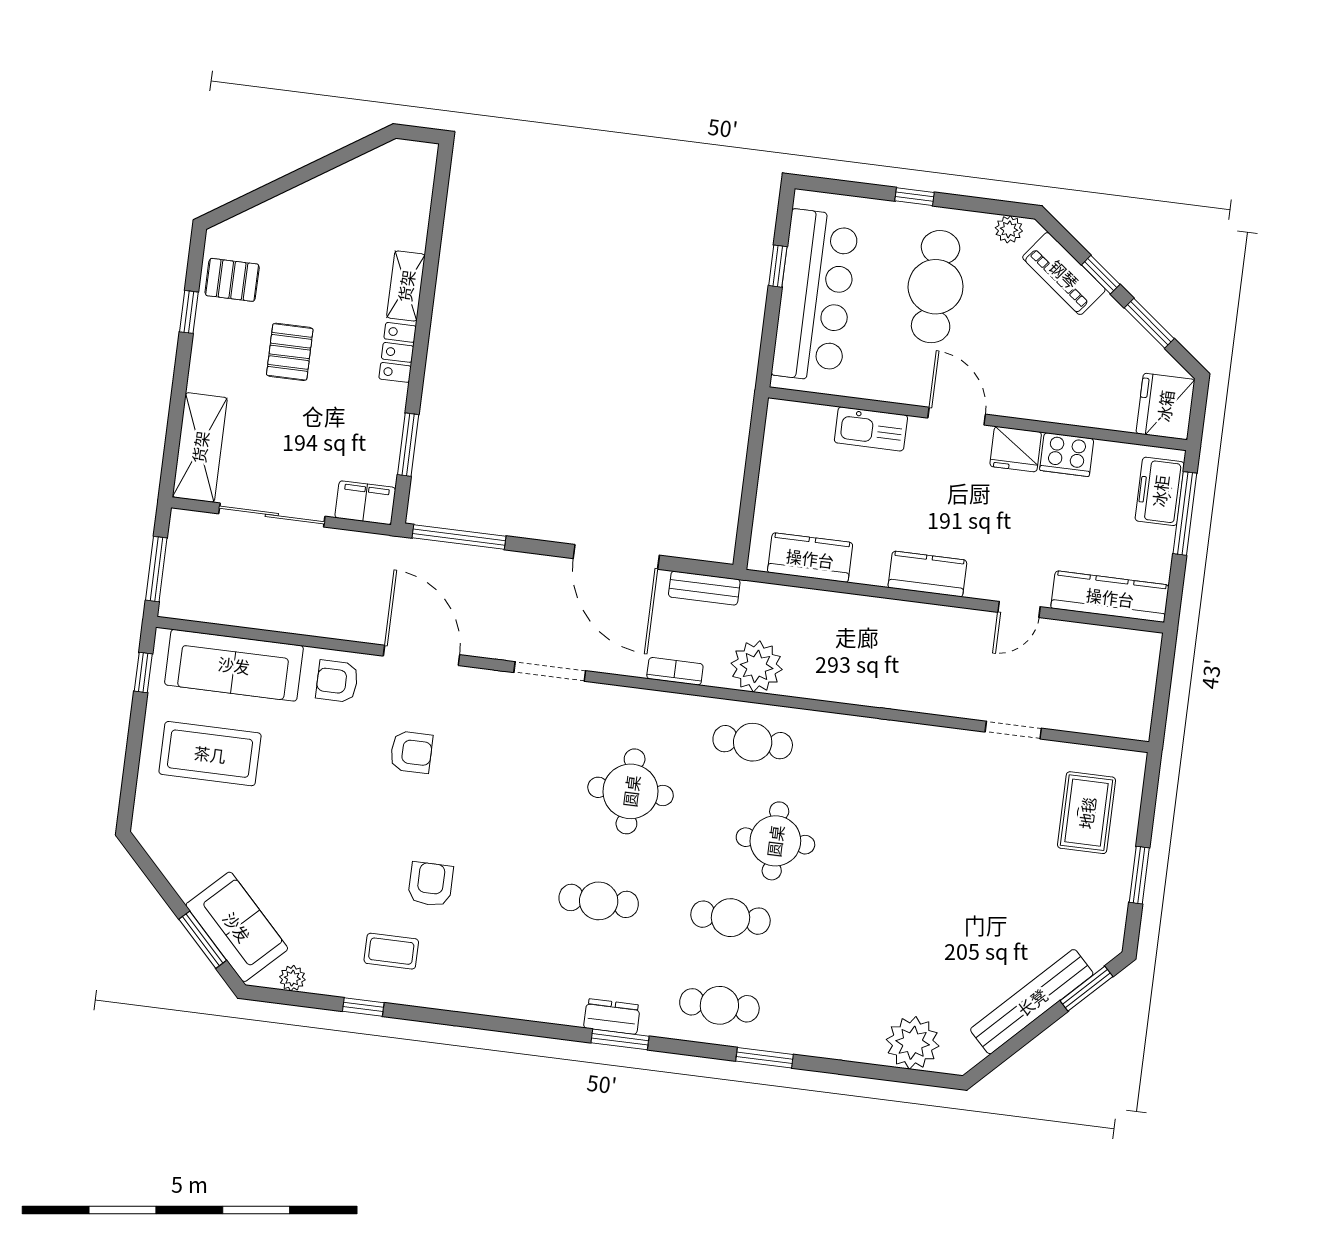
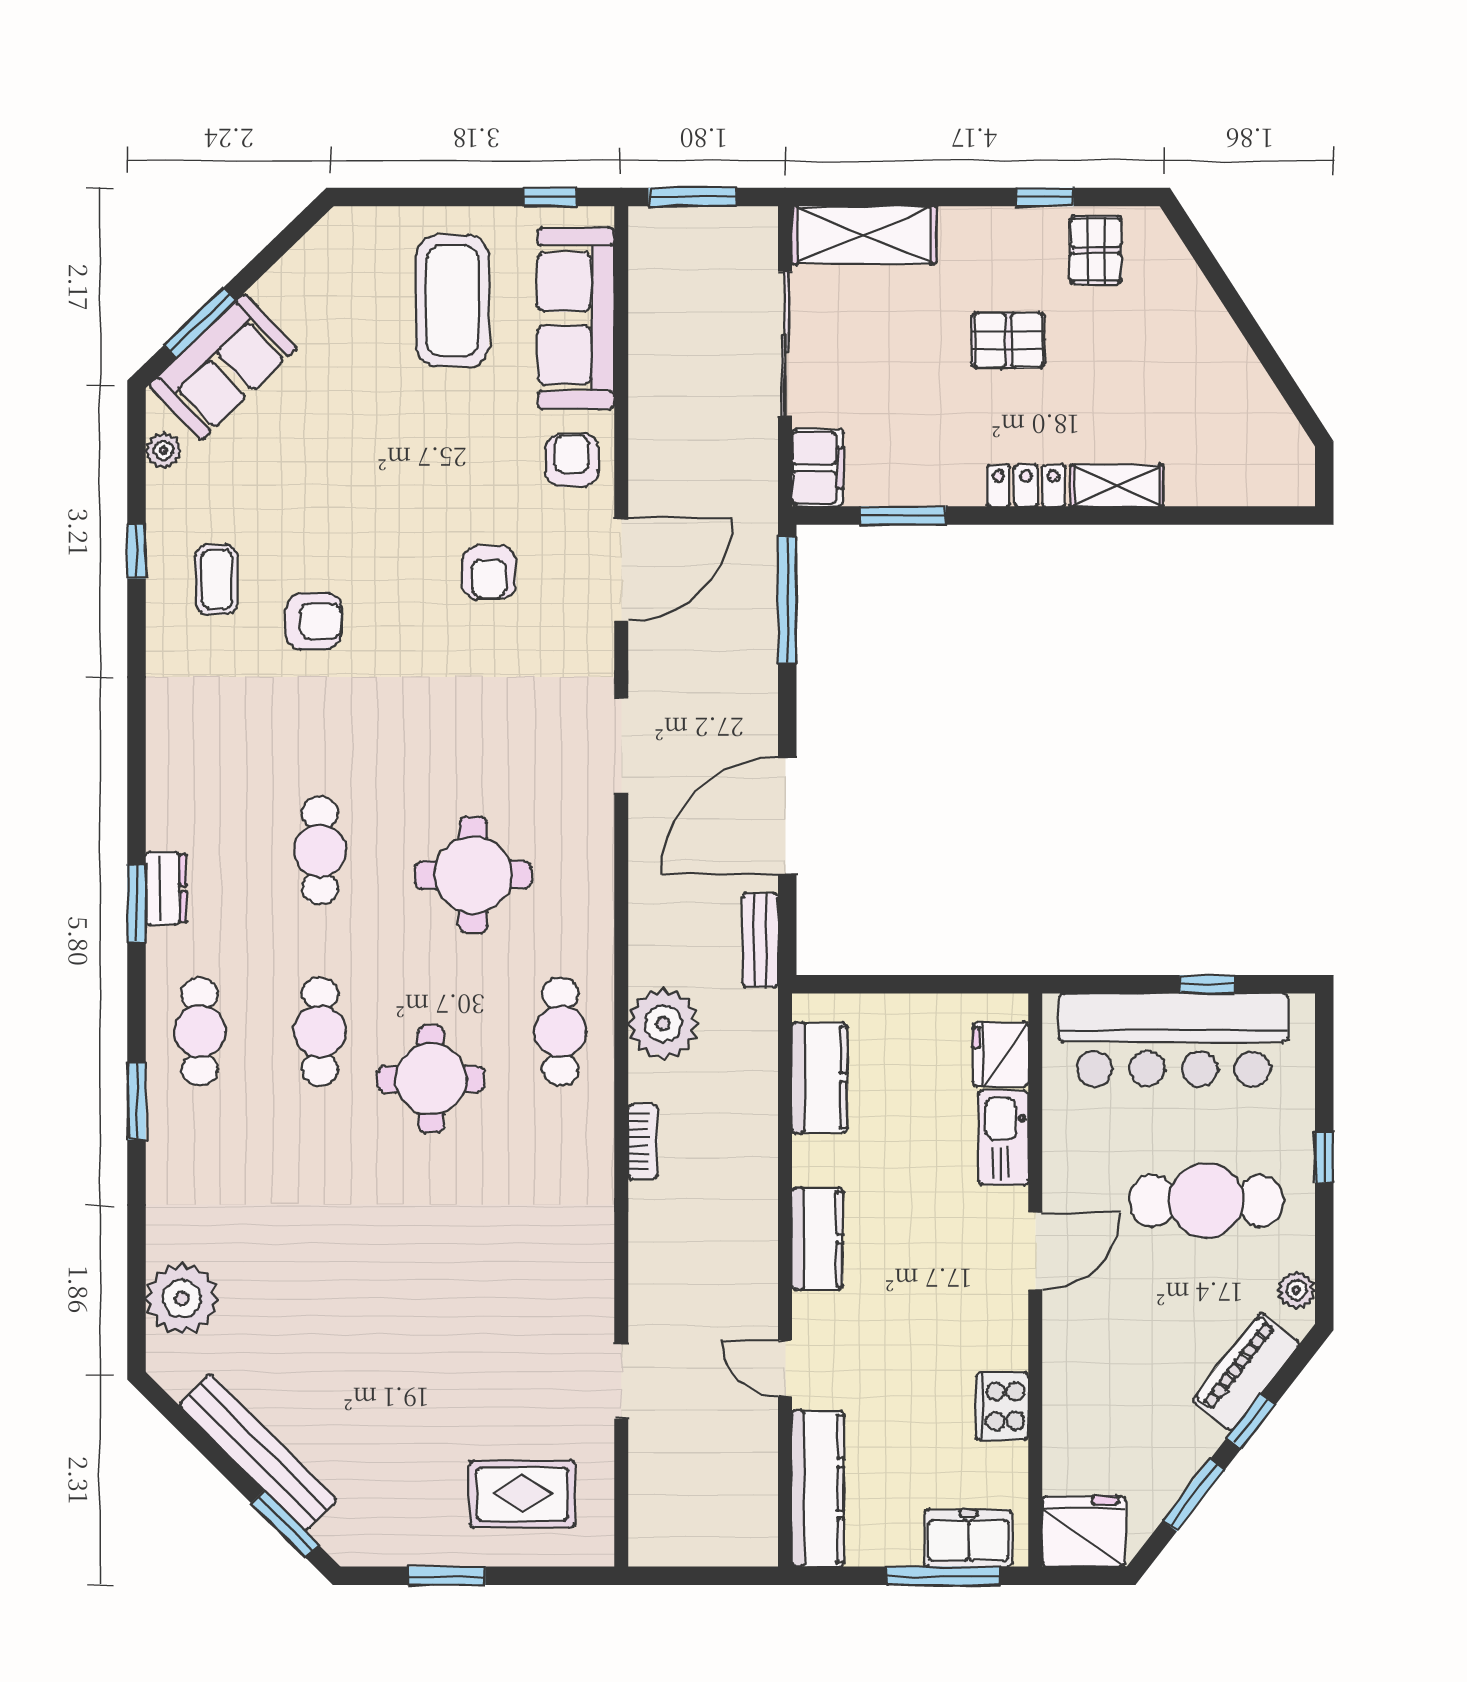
fridge: (1016, 449) -> (1001, 1054), moved
bookcase: (675, 671) -> (643, 1142), moved

